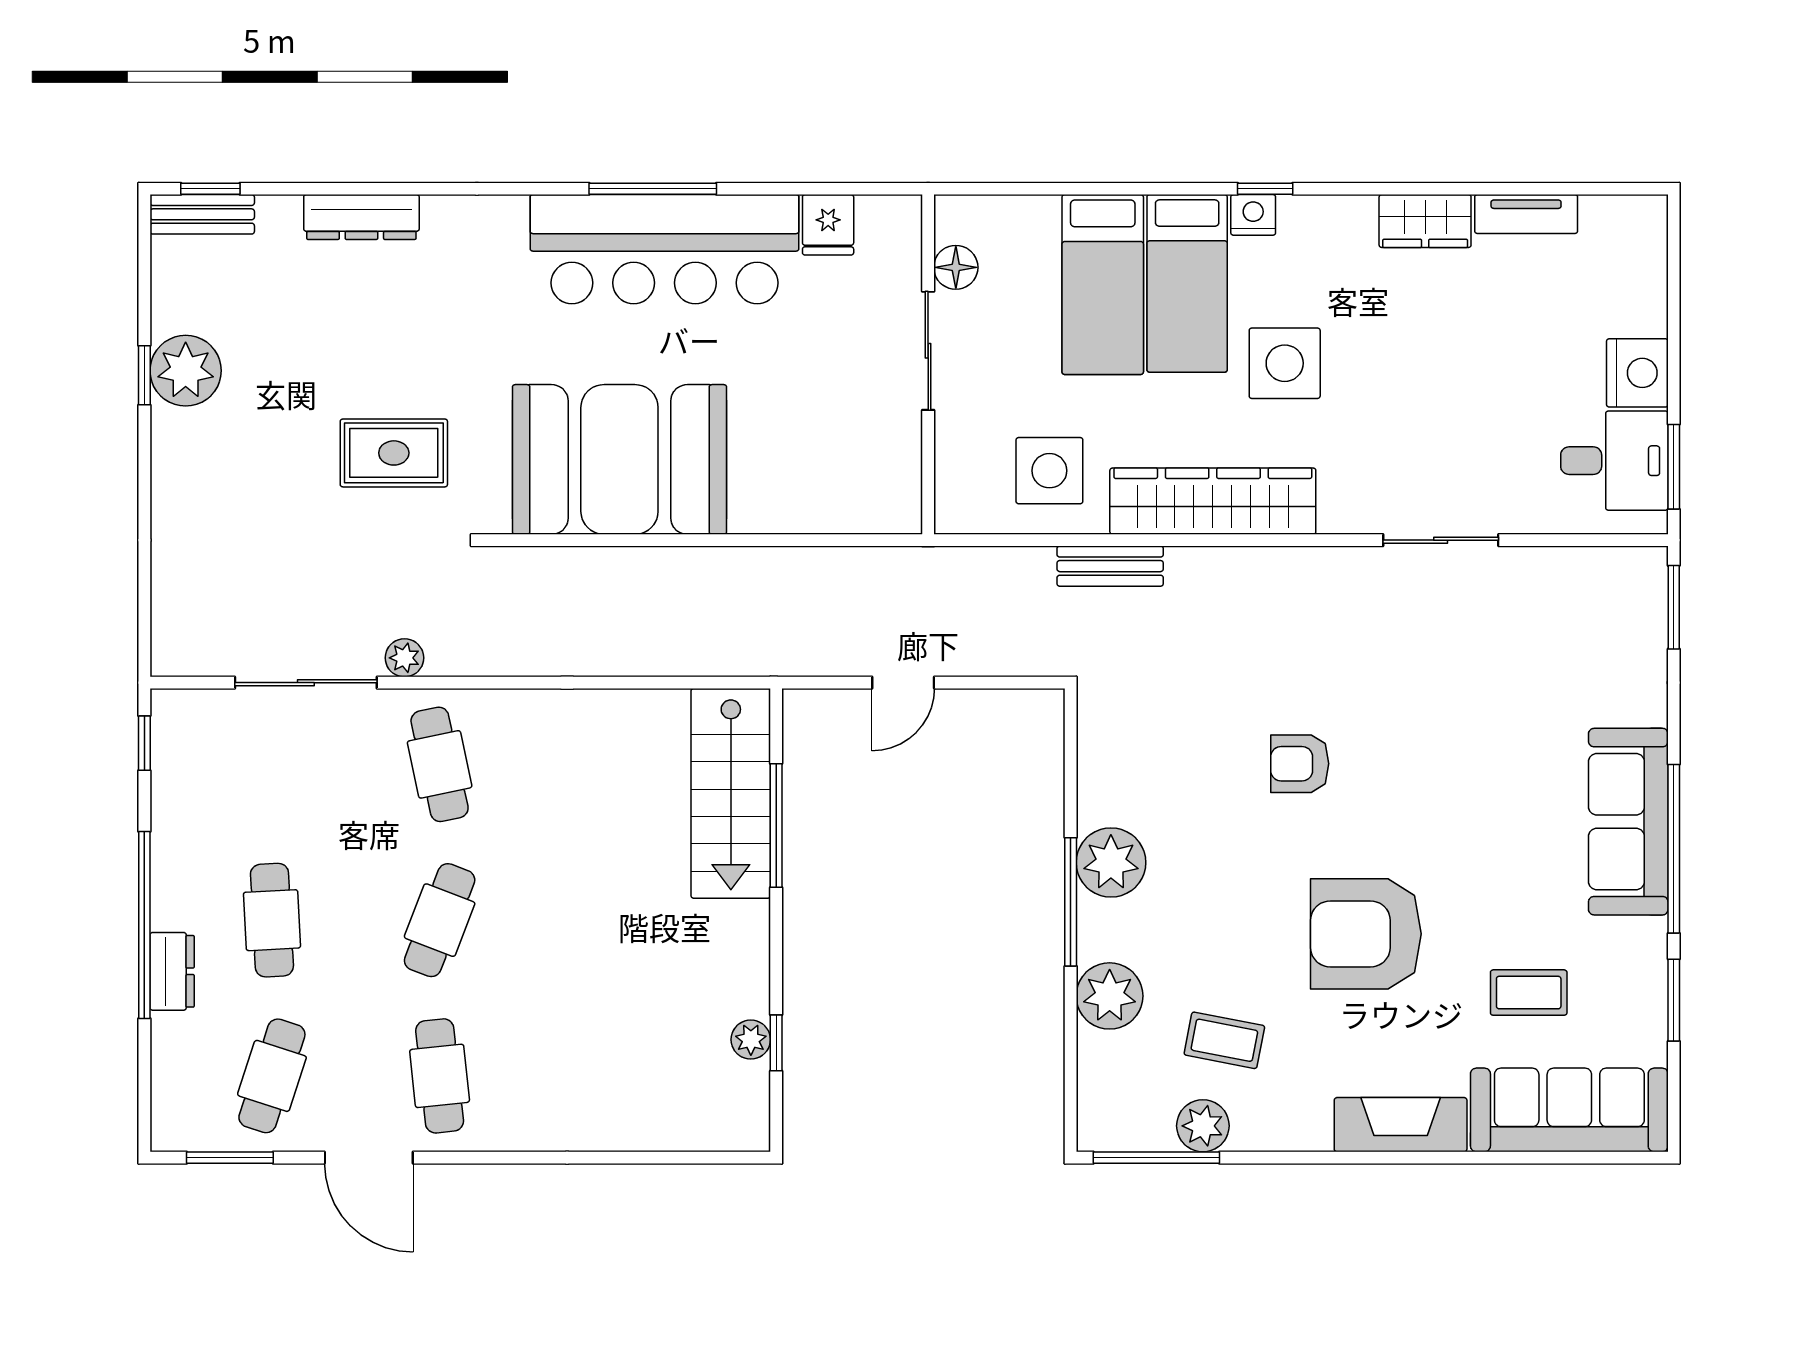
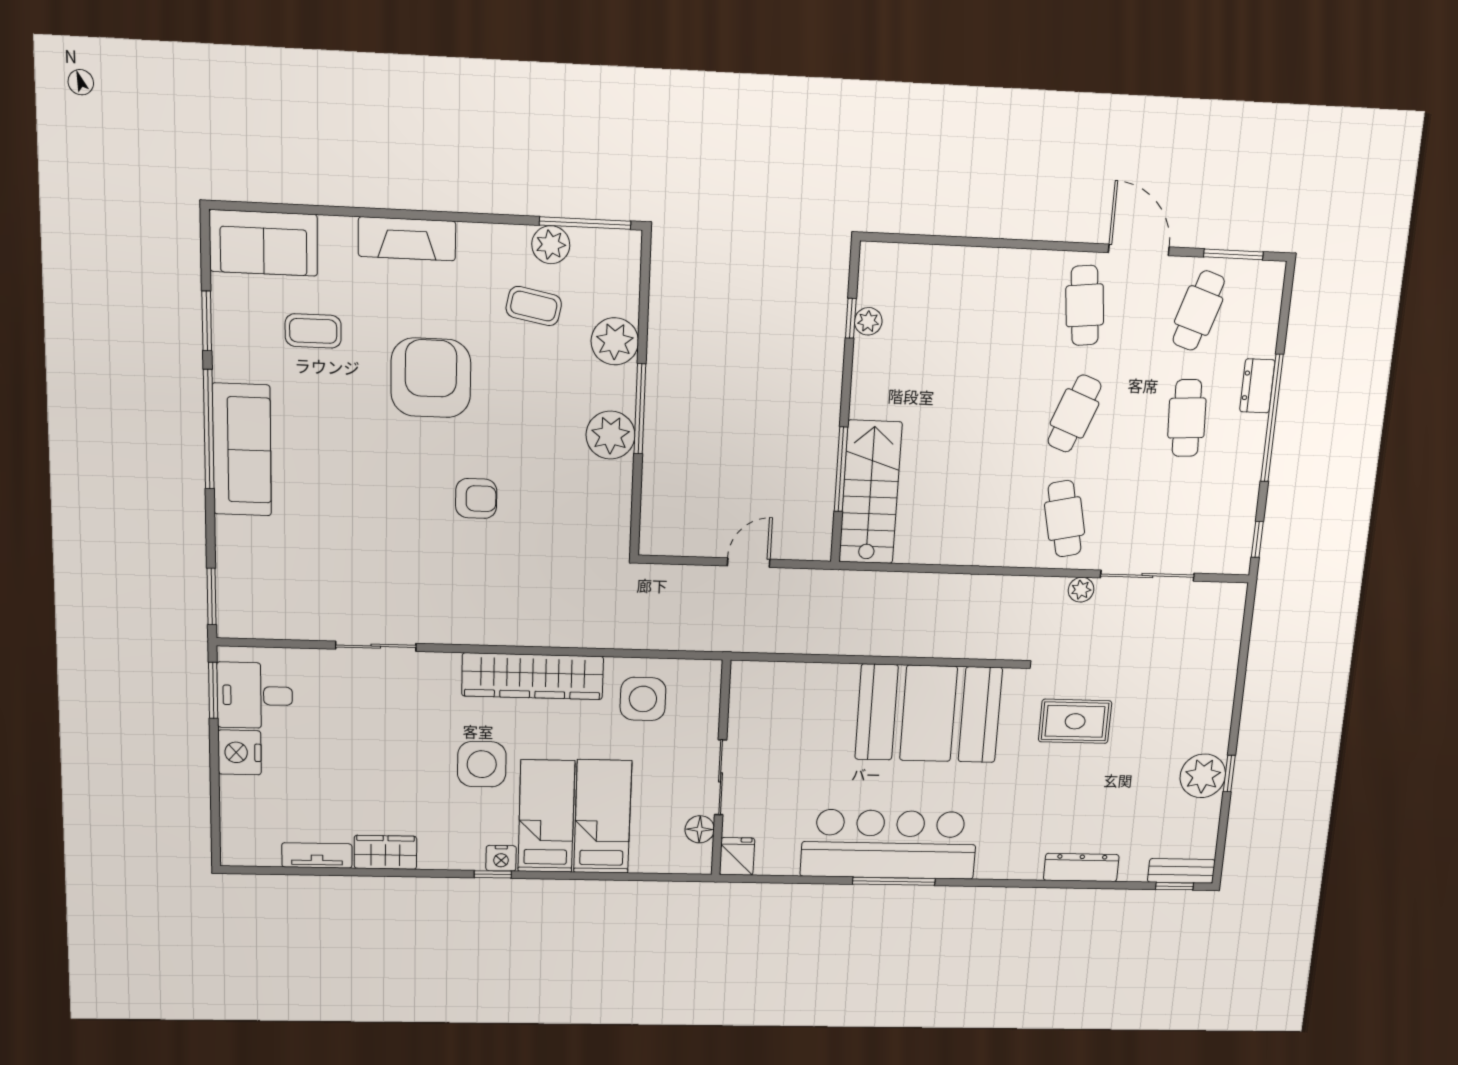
fridge: (828, 225) -> (737, 856), moved
bench: (1110, 566) -> (604, 636), removed
armchair: (1366, 934) -> (431, 378), turned -90
sofa: (1569, 1110) -> (263, 243), width x0.73

